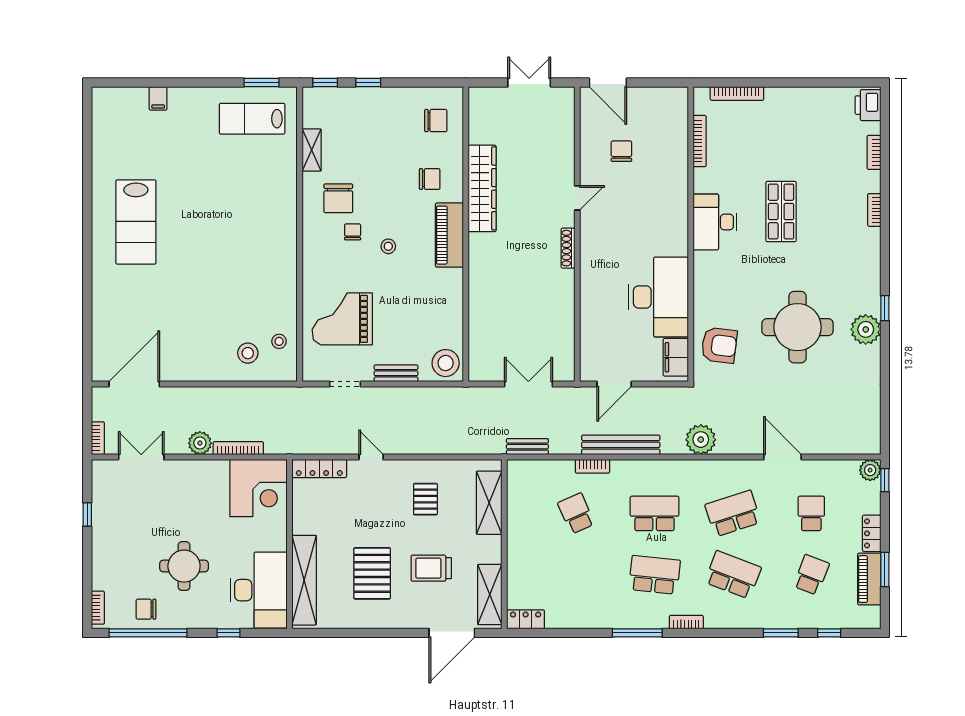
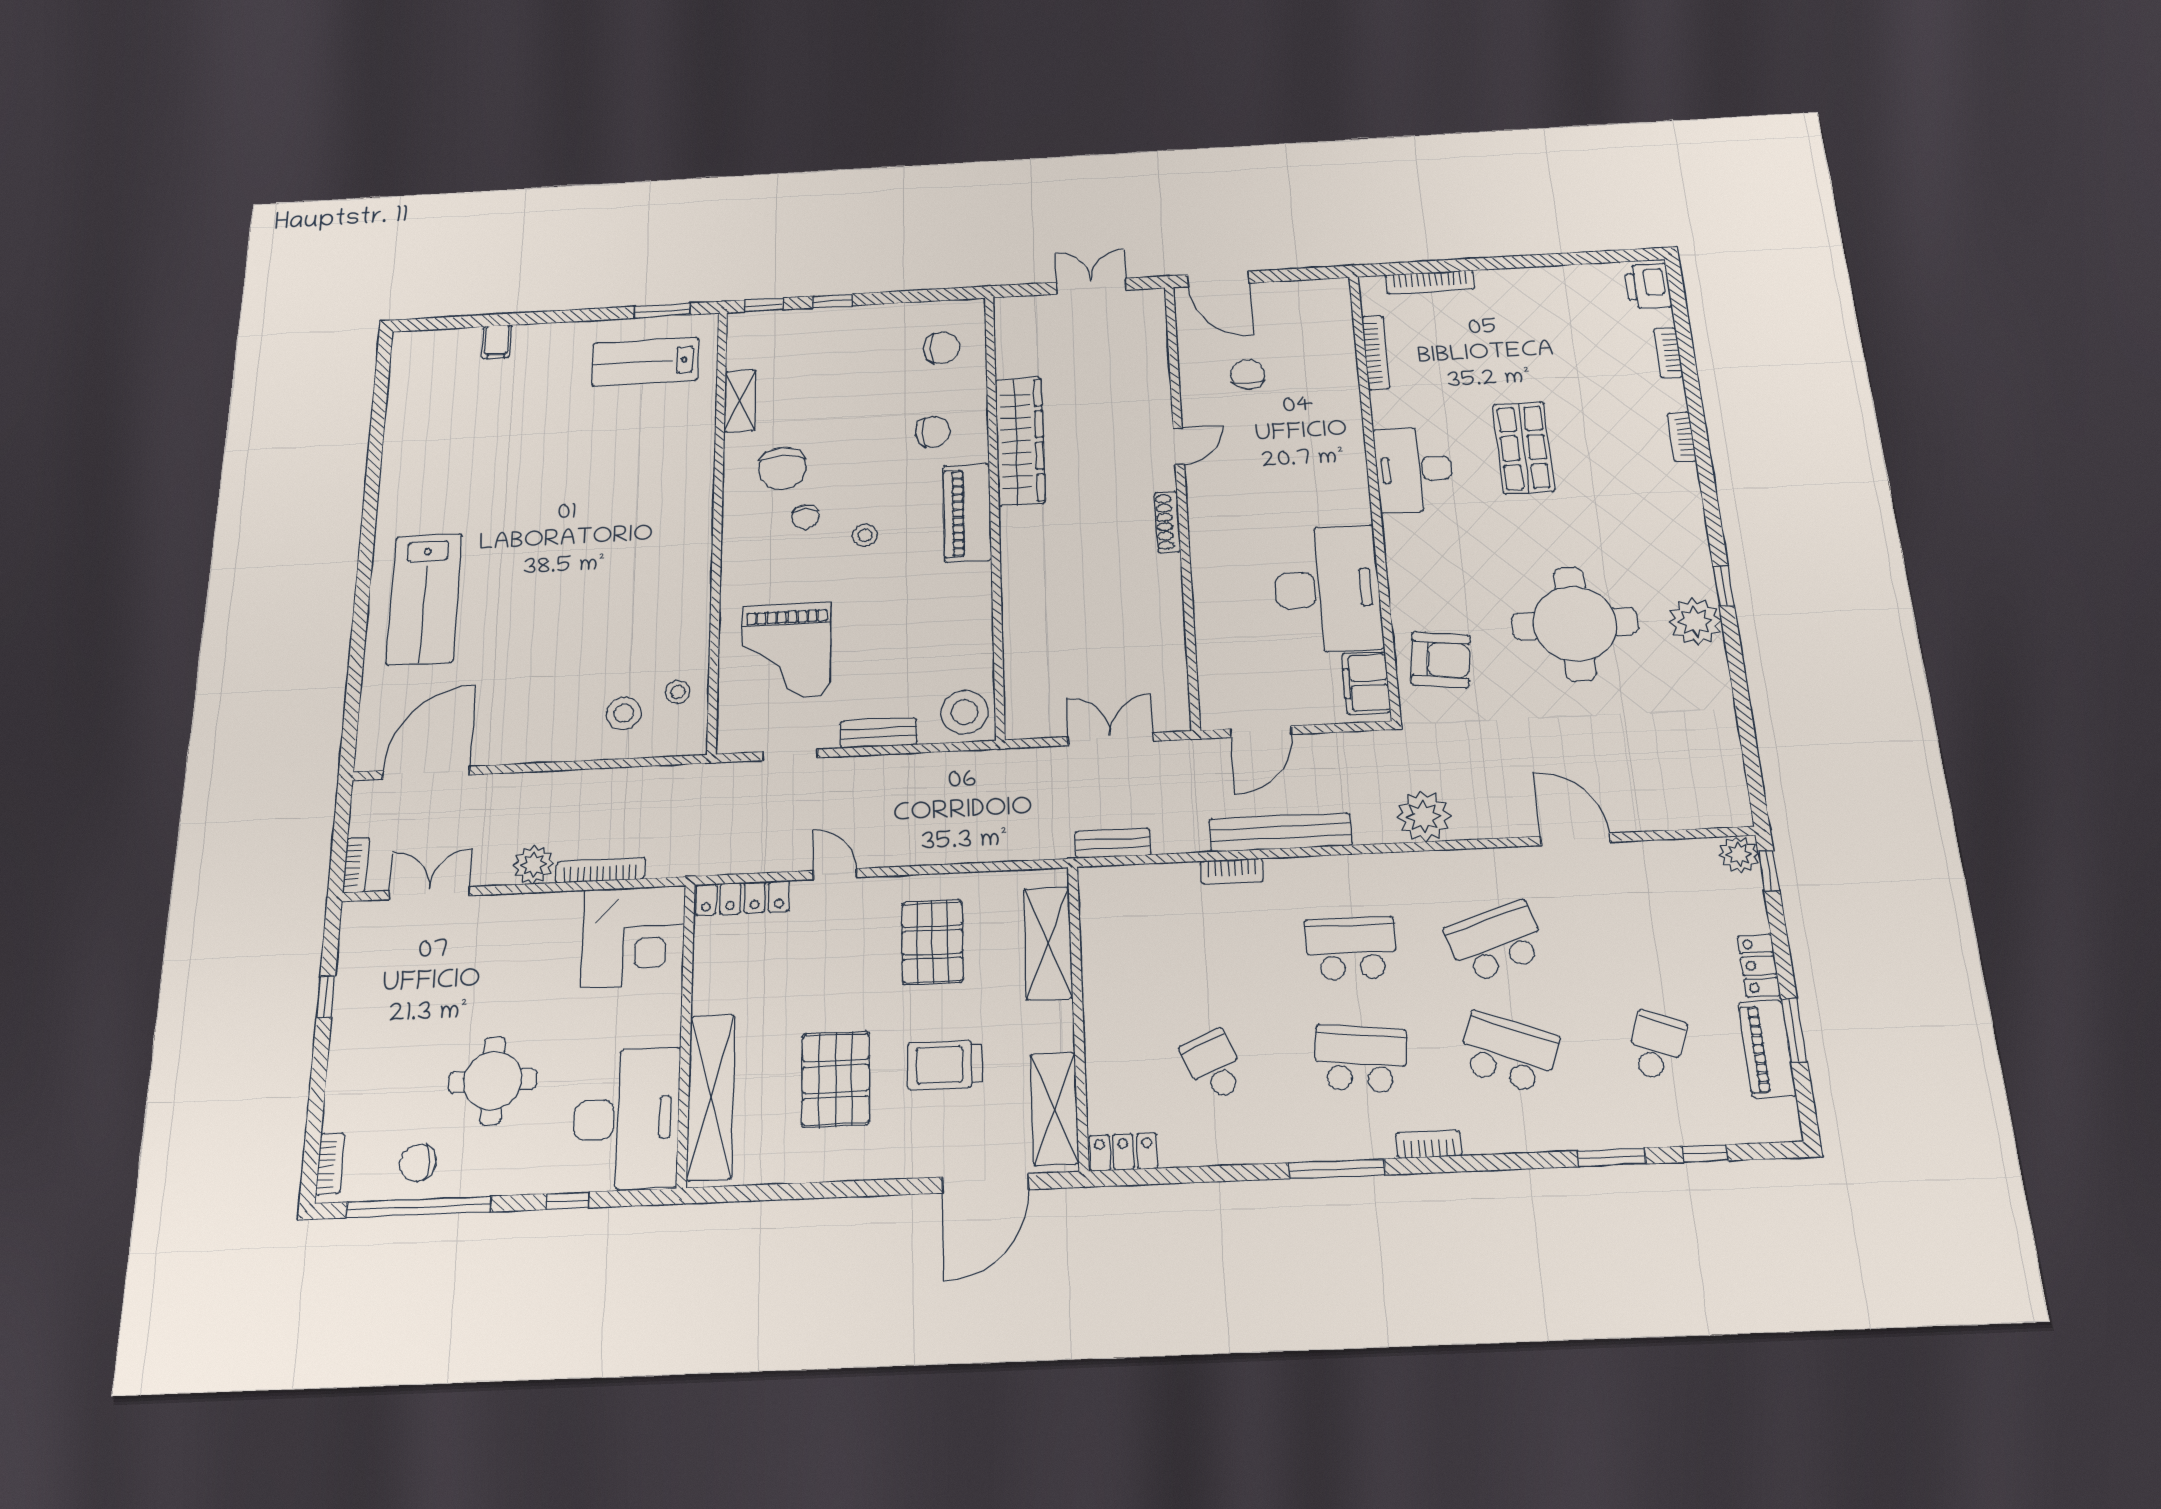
lab bench: (136, 222) -> (424, 599), moved
chair: (353, 232) -> (805, 517), turned 180
grand piano: (342, 319) -> (786, 651), turned -90
pallet: (425, 499) -> (932, 942), width x1.50, depth x1.42
school desk: (576, 513) -> (1214, 1065), moved
school desk: (811, 513) -> (1641, 935), removed

